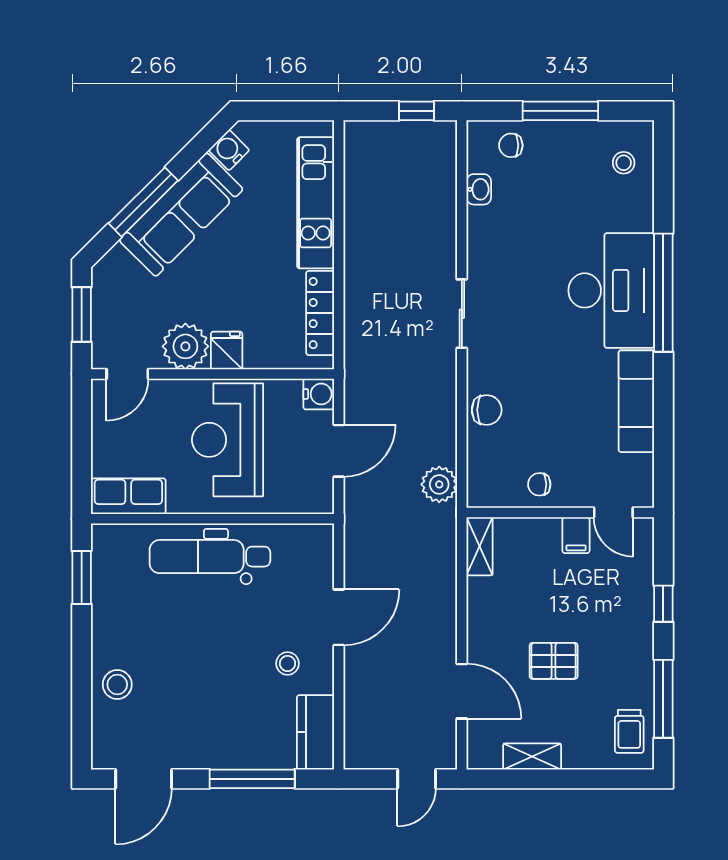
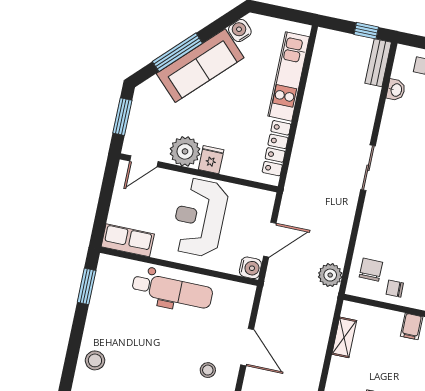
bench: (444, 155) -> (378, 63), added
water cooler: (319, 394) -> (250, 268), moved
chair: (487, 410) -> (371, 270), moved, turned -90
shelving: (480, 546) -> (344, 337), moved
dental chair: (210, 557) -> (172, 290), turned 180
door: (339, 617) -> (247, 347), hinge flipped

